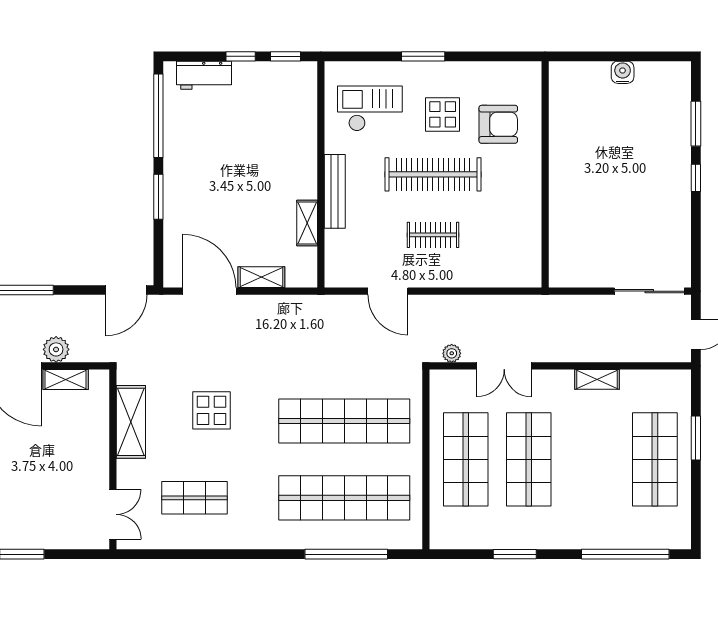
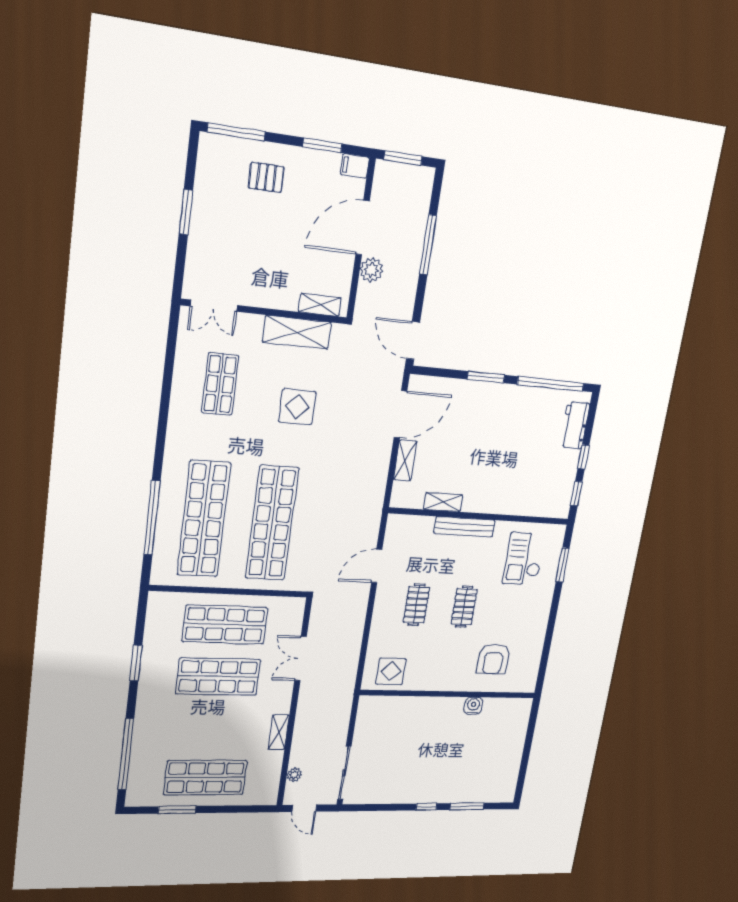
window: (423, 56) -> (563, 565), moved
water cooler: (623, 72) -> (473, 706), moved, turned -90
checkout: (370, 108) -> (524, 559), turned 180
display table: (443, 114) -> (391, 671), moved
clothes rail: (433, 174) -> (464, 607), width x0.54, depth x0.76
plant: (452, 353) -> (294, 775), moved
shelving: (66, 380) -> (320, 305), moved, turned 90
window: (696, 438) -> (177, 810), moved

